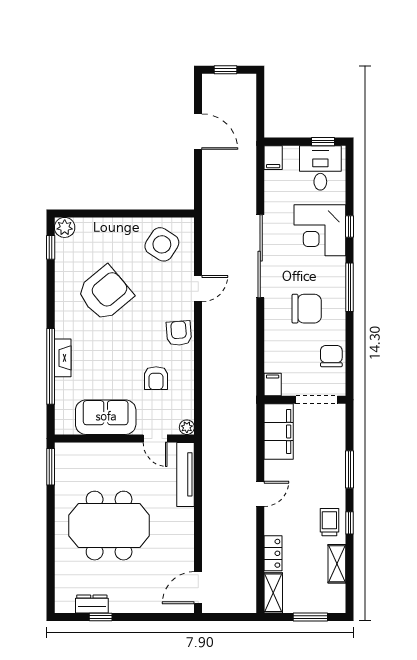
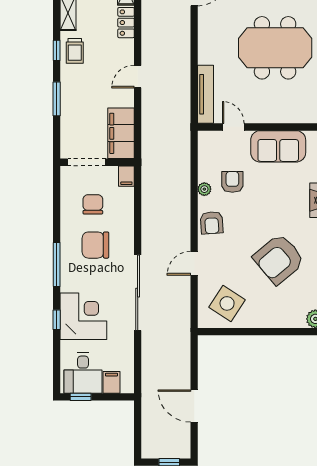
filing cabinet: (273, 158) -> (111, 382), moved
chair: (331, 356) -> (93, 204), moved, turned 180
plant: (187, 427) -> (204, 189), moved

